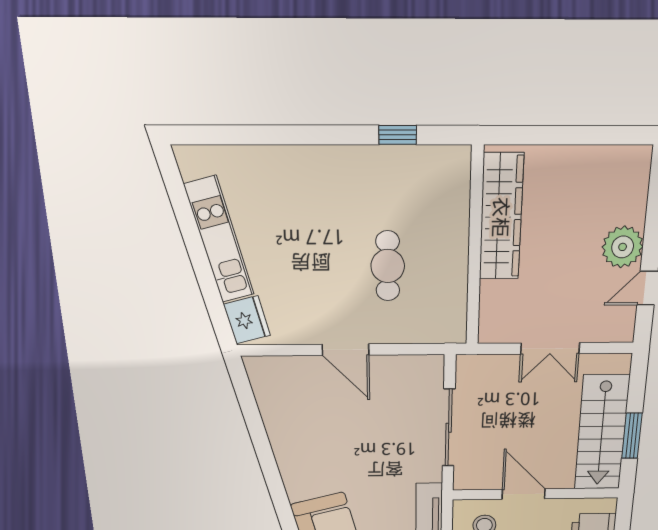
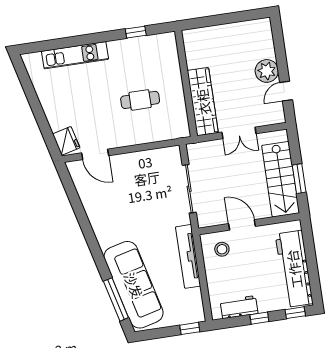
wardrobe: (501, 217) -> (203, 102), moved
kitchen unit: (219, 240) -> (75, 55), moved, turned 104
cafe table: (388, 266) -> (140, 100), turned 90
door: (346, 350) -> (95, 154), moved

